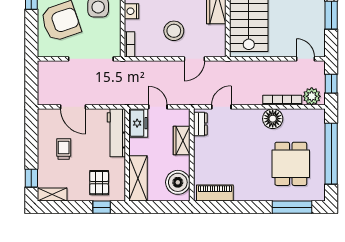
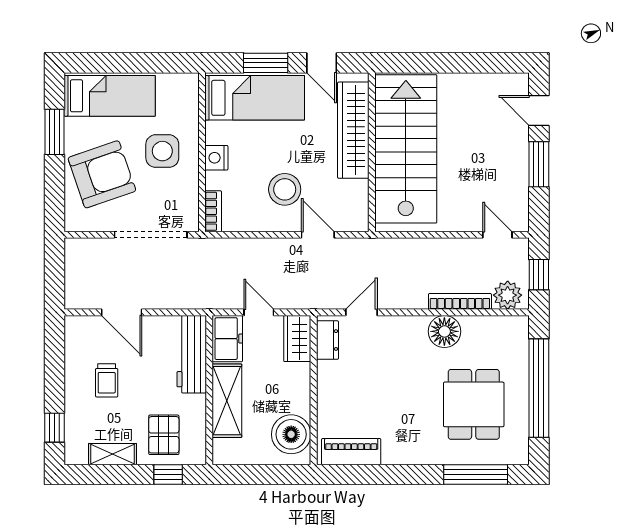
door: (194, 59) -> (318, 235), swing flipped
wardrobe: (182, 141) -> (297, 339), moved
trolley: (64, 149) -> (107, 380), turned 180
shelving: (138, 178) -> (227, 401), moved
shelving: (52, 195) -> (112, 454), moved

